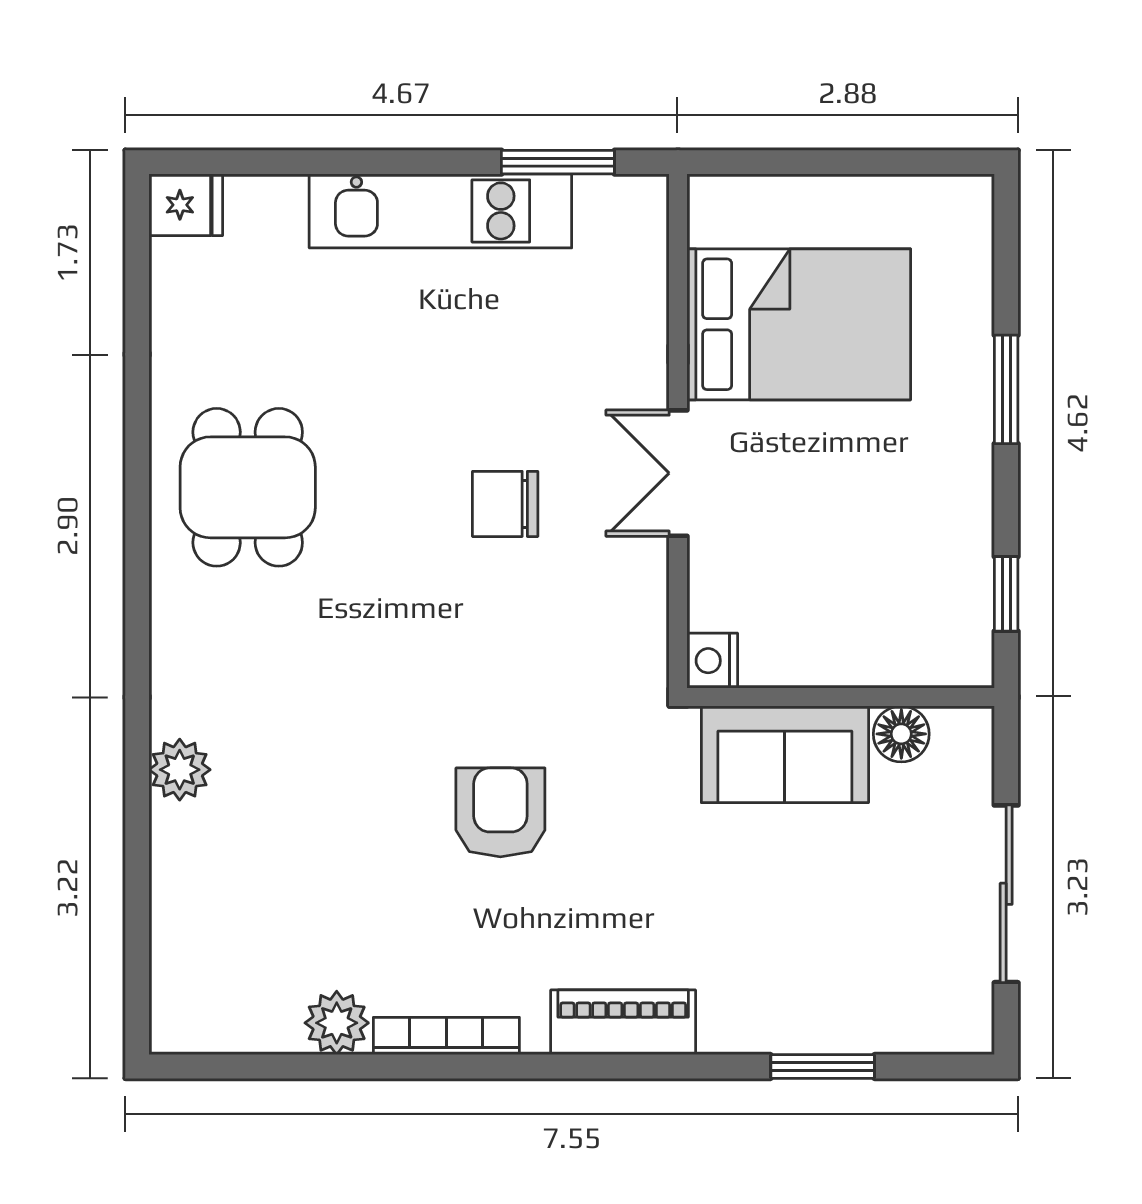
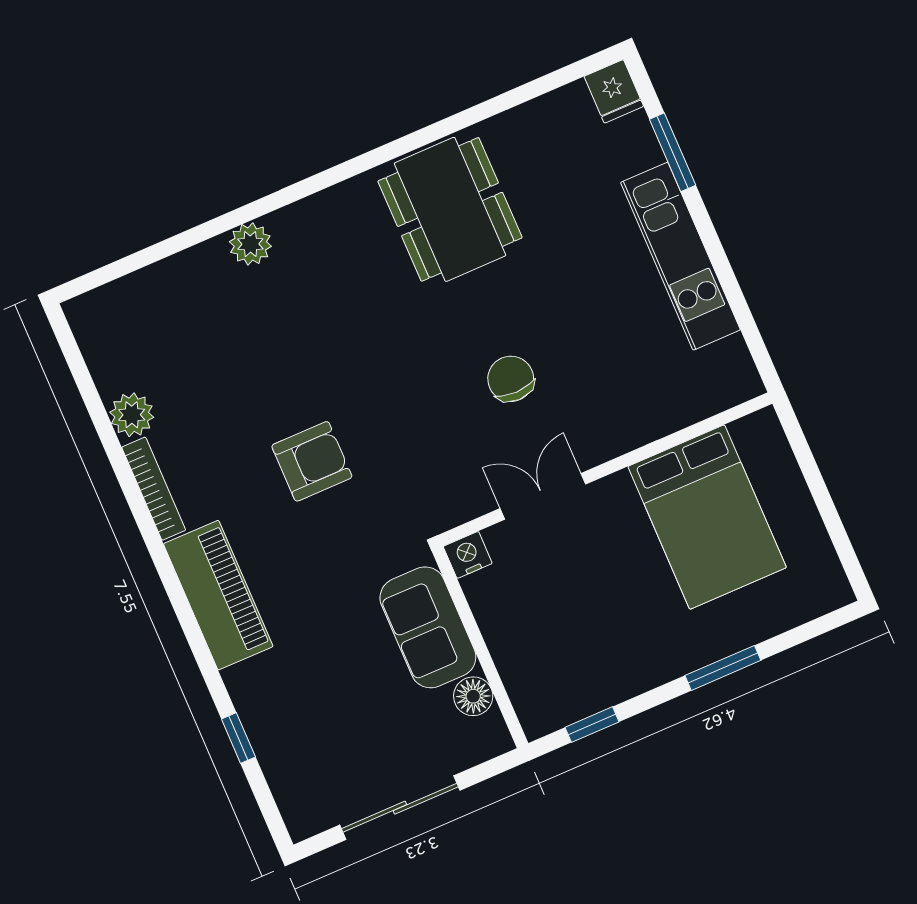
window: (558, 162) -> (673, 152), moved
double door: (678, 473) -> (543, 496), moved
dining table: (248, 487) -> (450, 209), width x1.38
piano: (623, 1022) -> (218, 595), width x1.37, depth x1.33
window: (823, 1067) -> (238, 738), width x0.67

